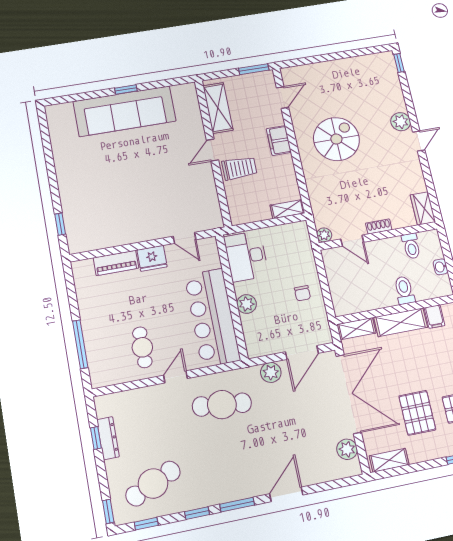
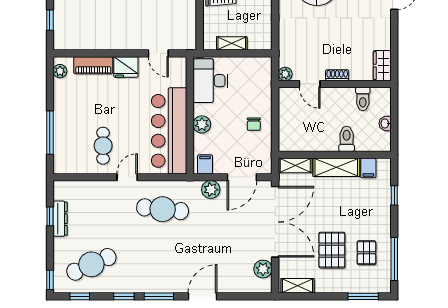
shelving: (287, 209) -> (232, 43), moved
plant: (80, 276) -> (60, 71), added
filing cabinet: (259, 346) -> (205, 164), added

